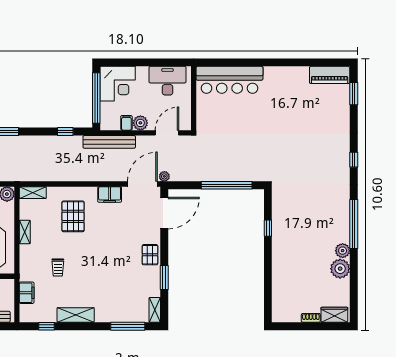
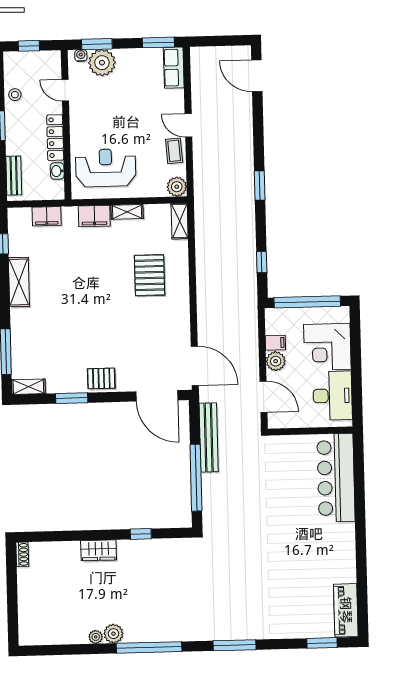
corner desk: (118, 84) -> (327, 347), moved
bench: (109, 142) -> (209, 437), moved
window: (354, 160) -> (234, 645), width x2.17
plant: (164, 176) -> (206, 395), removed
filing cabinet: (110, 194) -> (94, 216), moved, turned -90
pallet: (73, 216) -> (150, 275), turned 90
trolley: (58, 267) -> (81, 257), removed
plant: (340, 269) -> (96, 637), width x0.53, depth x0.53
wardrobe: (334, 315) -> (99, 550), moved, turned 90
shoe rack: (311, 318) -> (22, 554), moved

